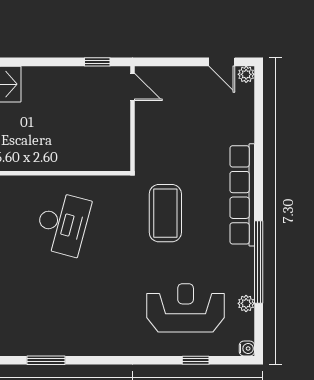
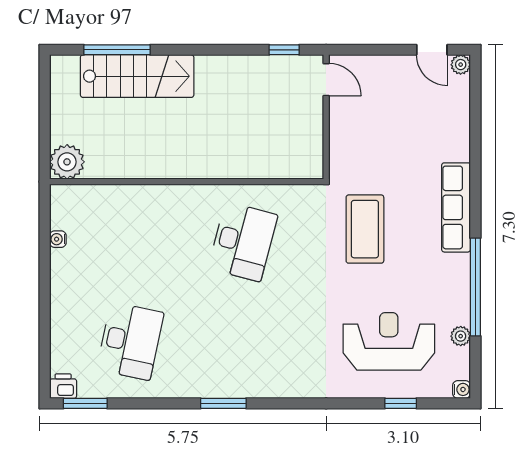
row of seats: (242, 195) -> (456, 207), width x0.73

